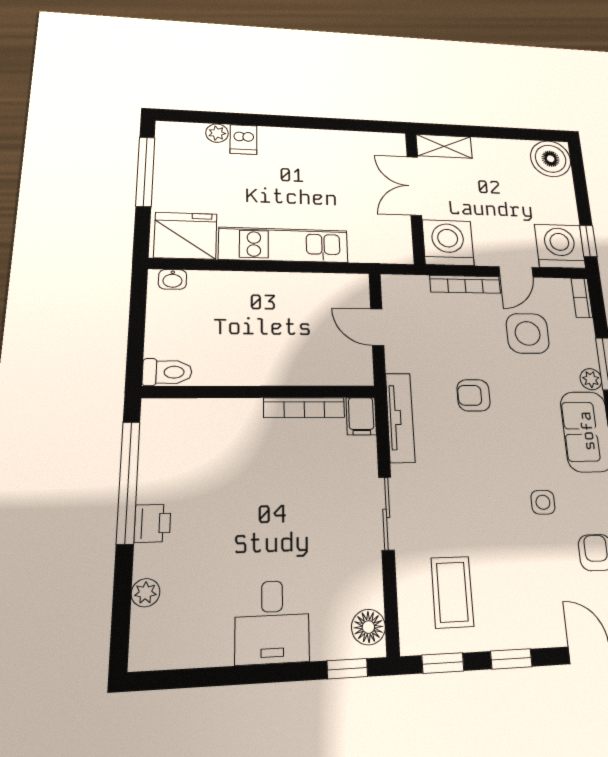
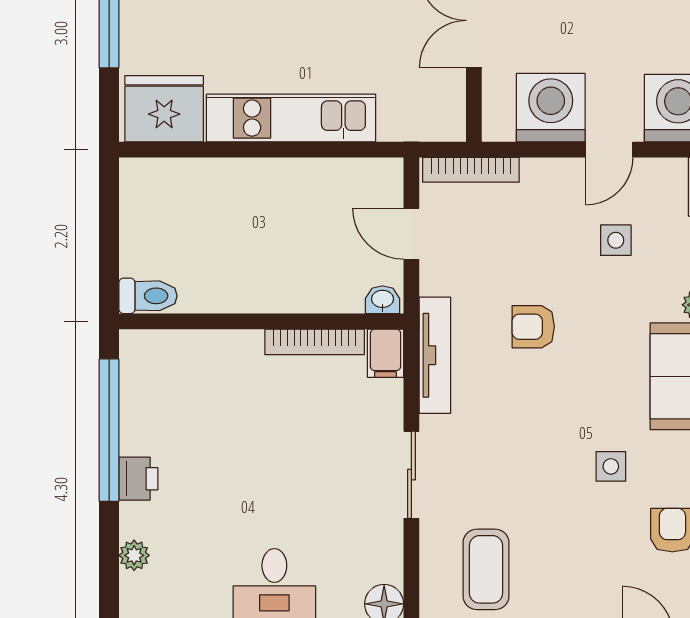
washing machine: (448, 243) -> (551, 108), moved
washbasin: (173, 279) -> (382, 300), moved, turned 180
bookcase: (465, 284) -> (471, 170), moved
side table: (528, 333) -> (616, 240), width x0.54, depth x0.54

